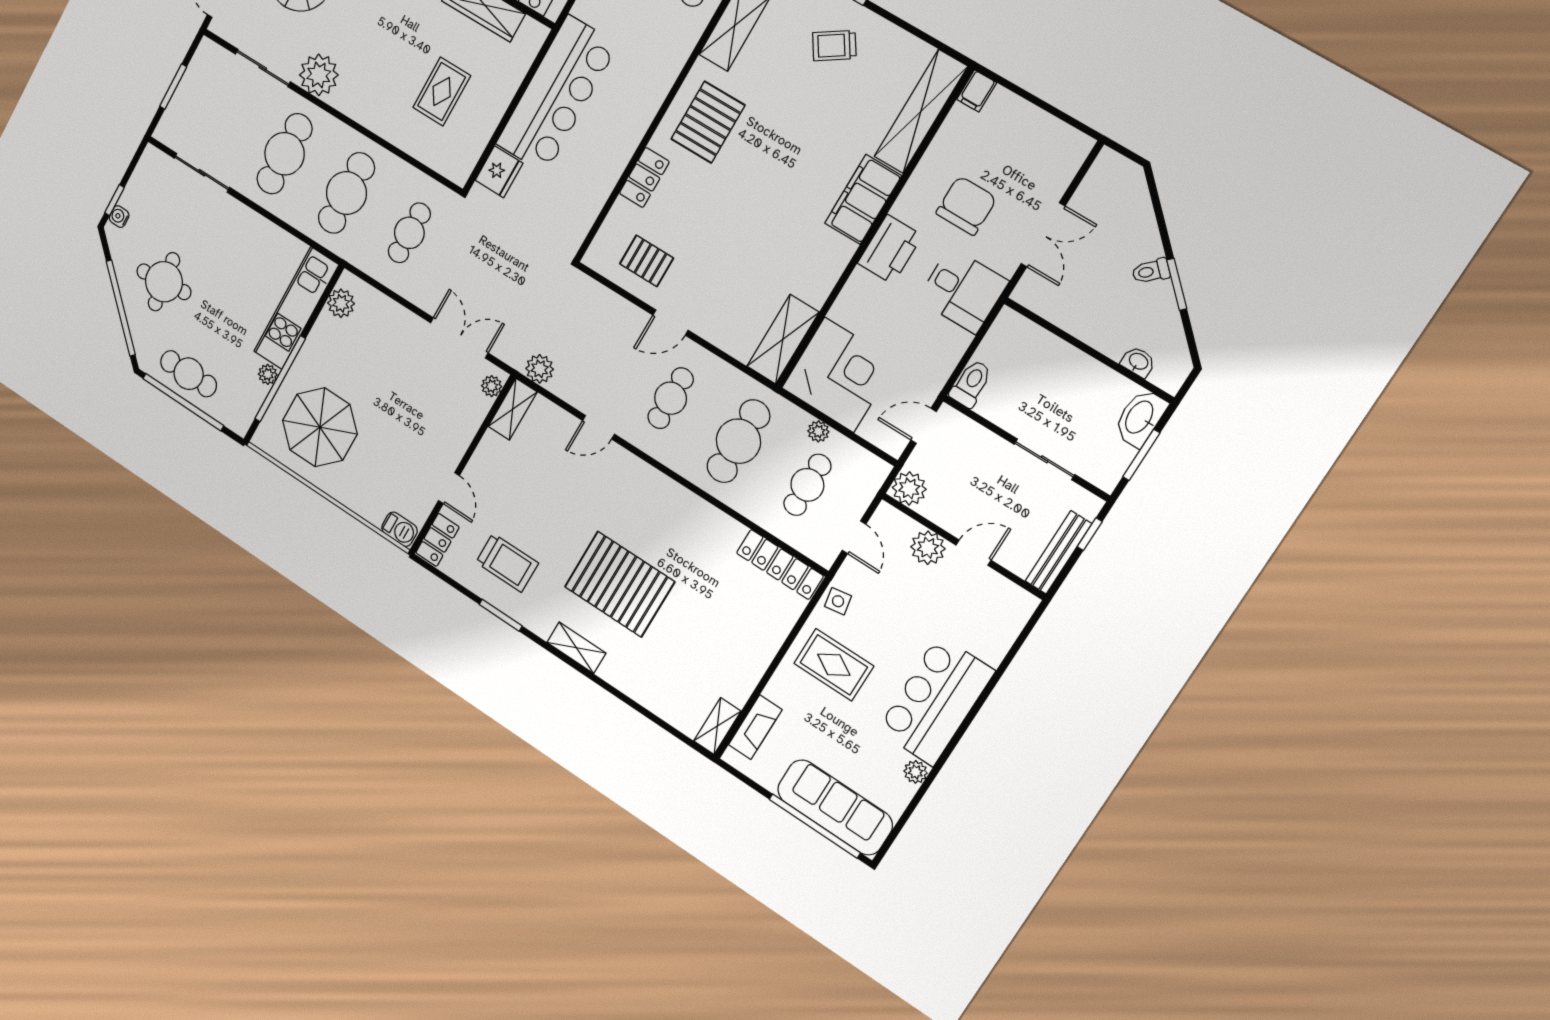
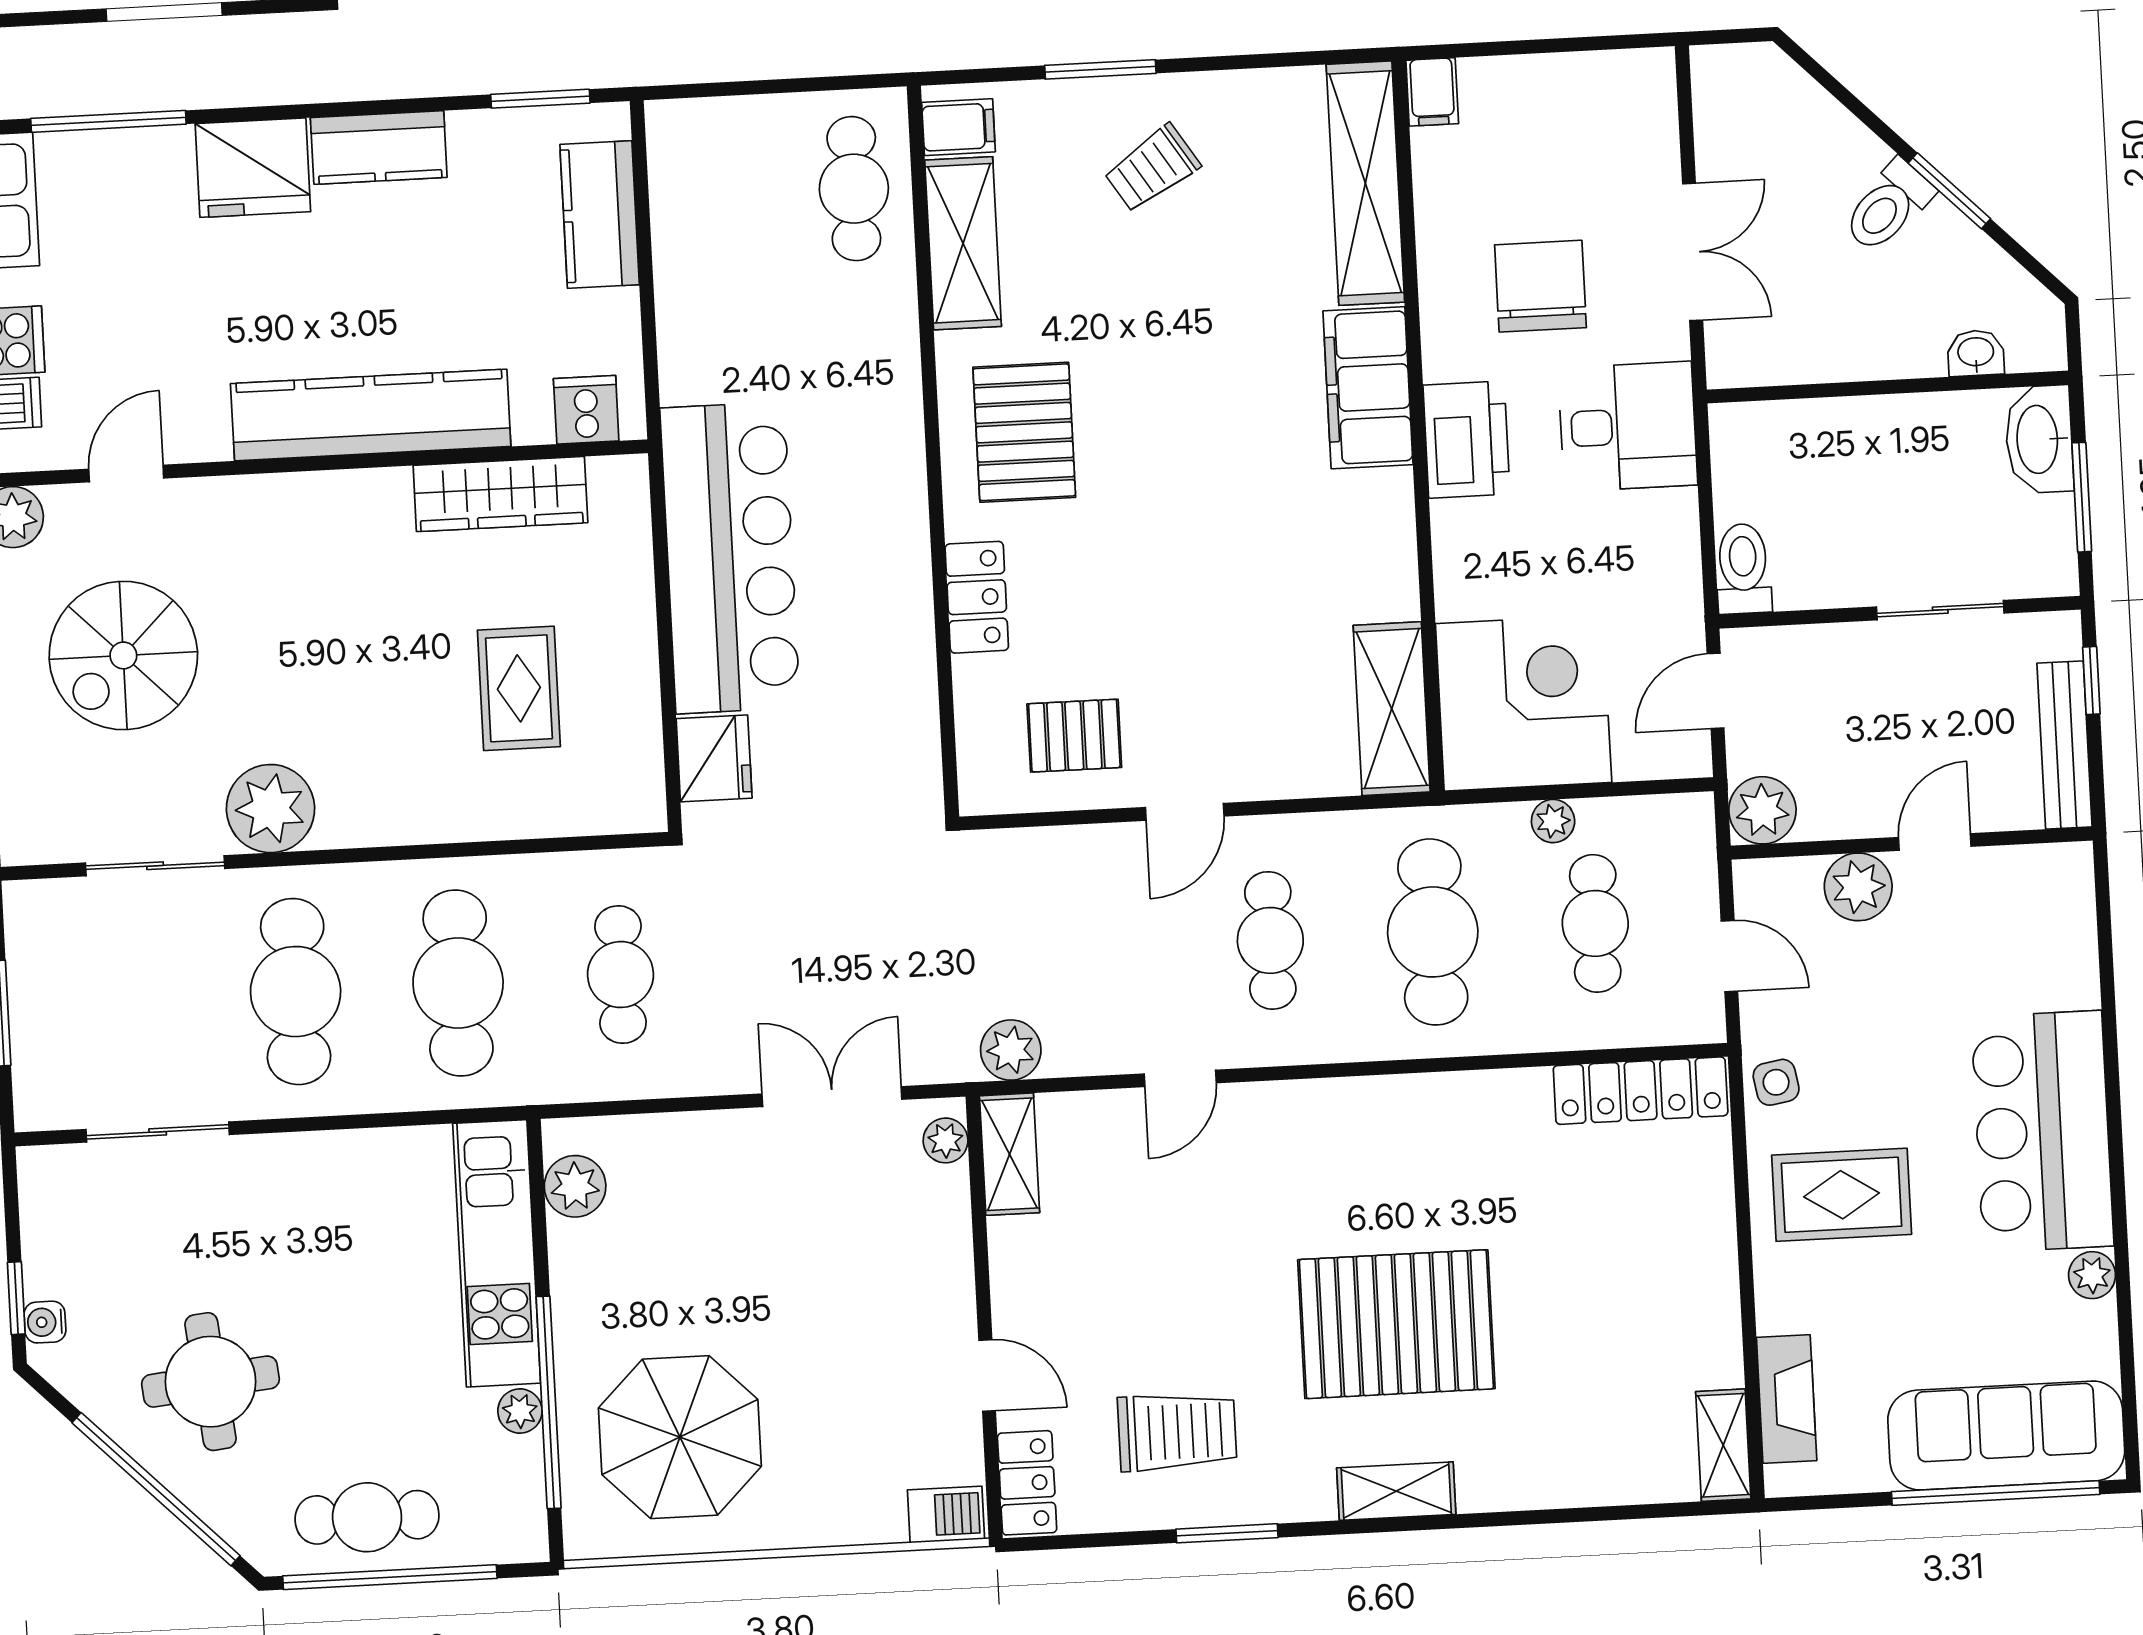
toilet: (1151, 271) -> (1888, 206), width x1.37, depth x1.39

